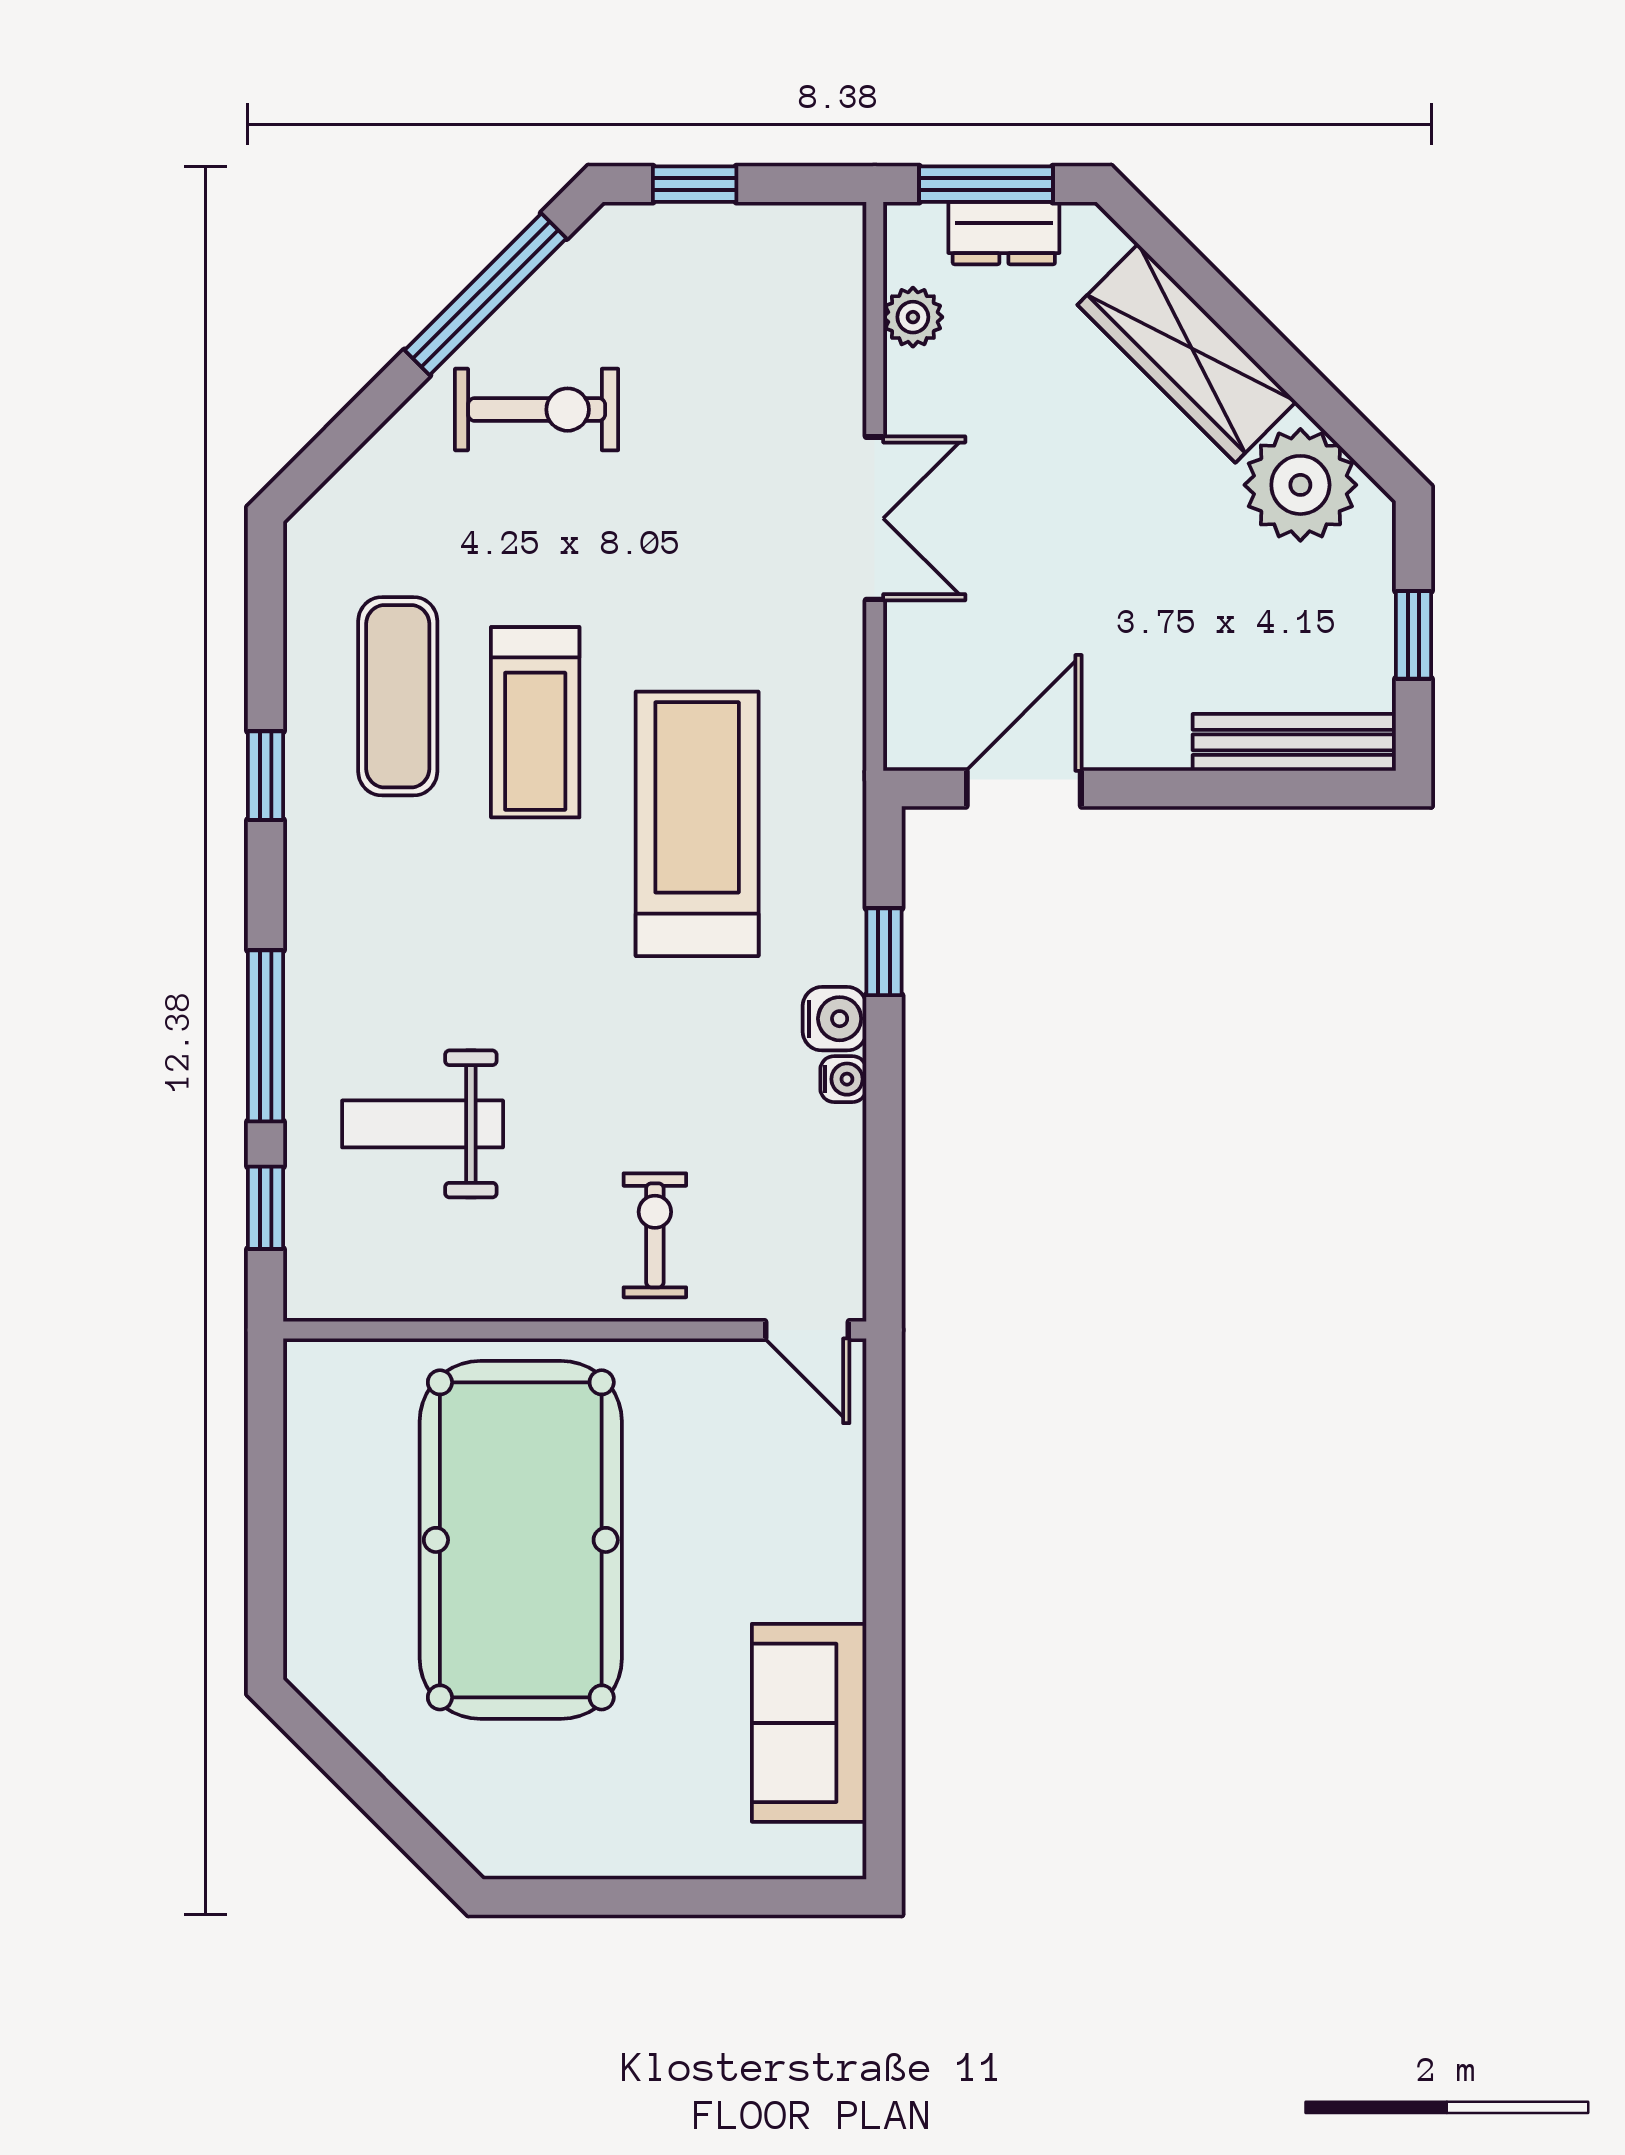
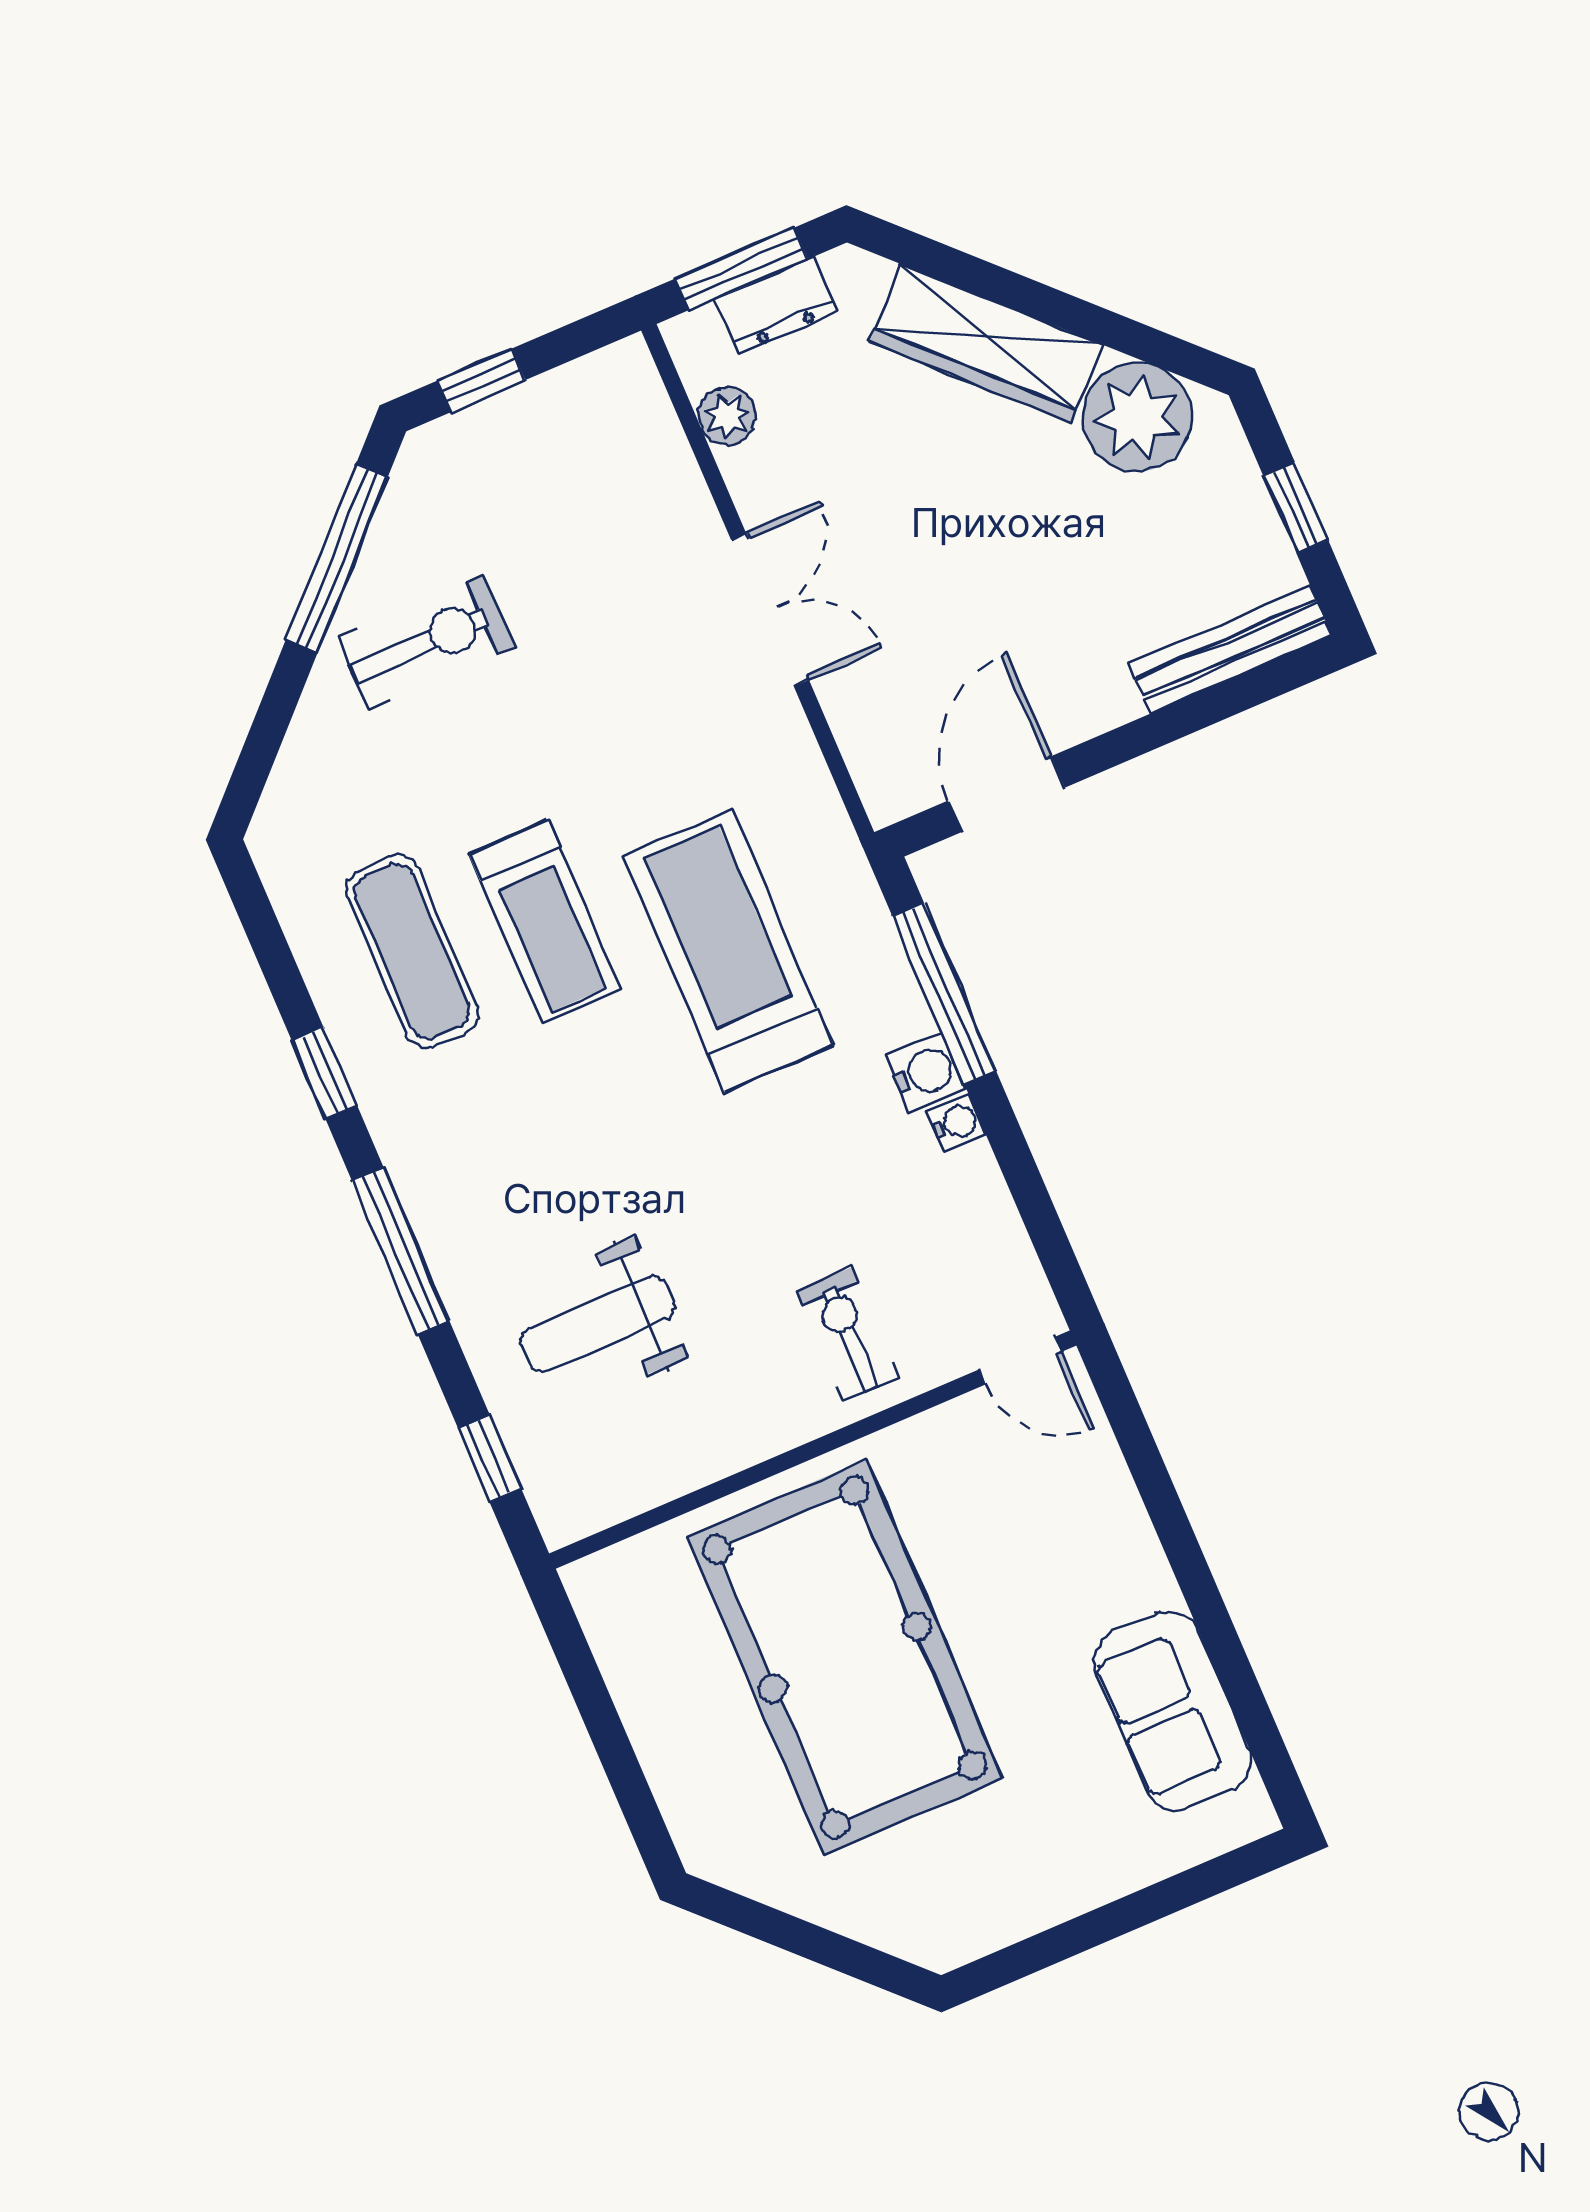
window: (884, 952) -> (944, 993), width x2.17
window: (265, 1036) -> (401, 1251), moved

